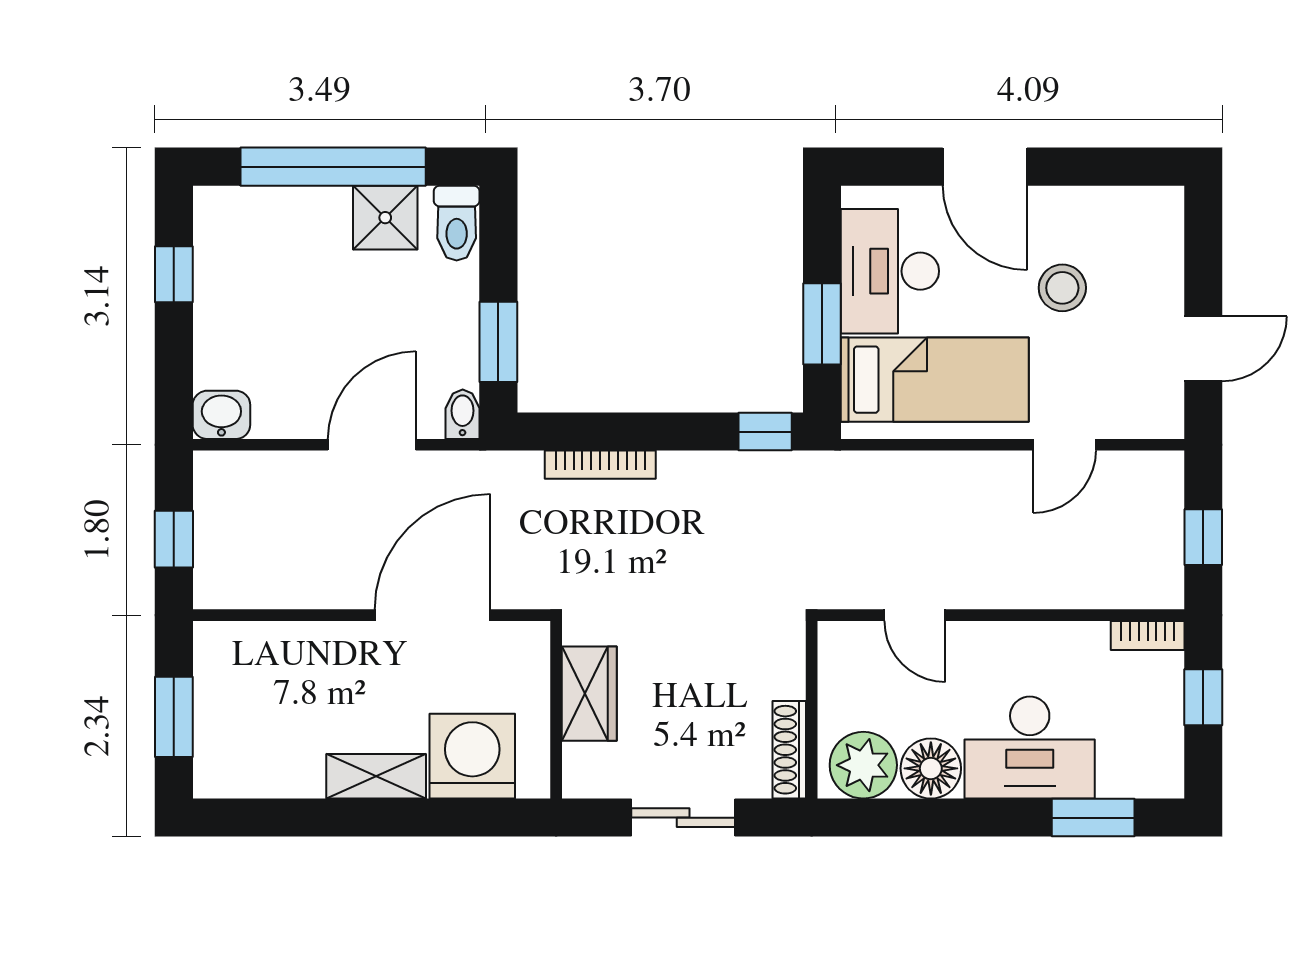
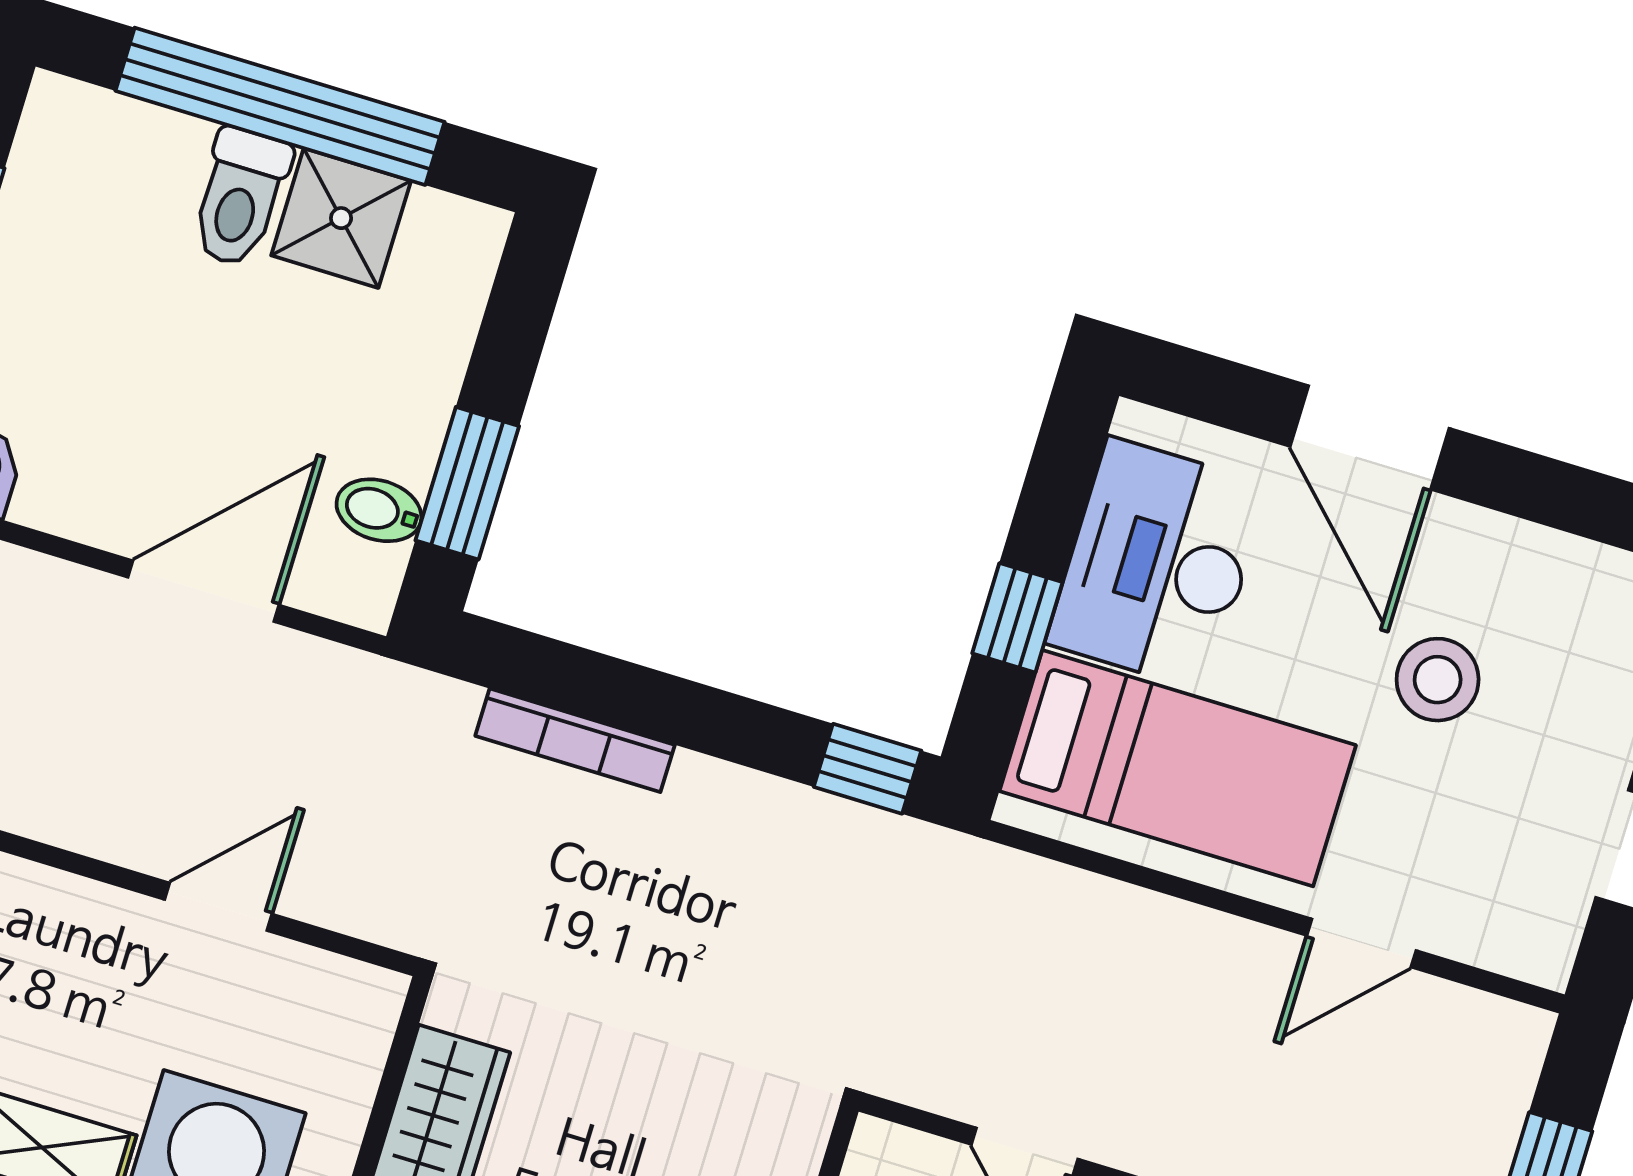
toilet: (457, 223) -> (240, 197), moved
window: (822, 324) -> (1017, 618), width x0.67
bidet: (463, 414) -> (379, 510), moved, turned -90
door: (433, 615) -> (218, 907), width x0.53

